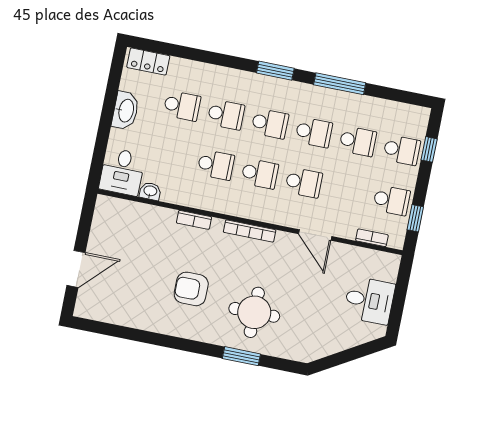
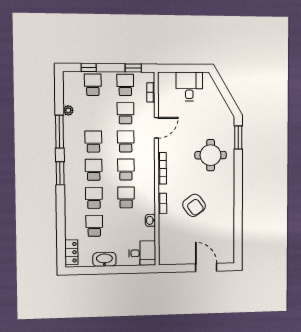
plant: (370, 104) -> (68, 110), added
school desk: (358, 141) -> (125, 113), moved
washbasin: (150, 191) -> (150, 220), moved
armchair: (191, 289) -> (194, 205), moved, turned -36
window: (241, 356) -> (238, 138), moved

